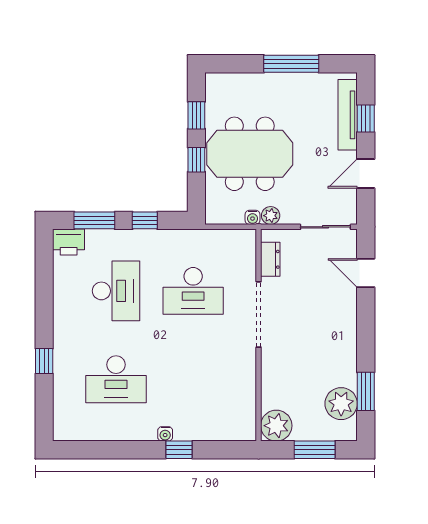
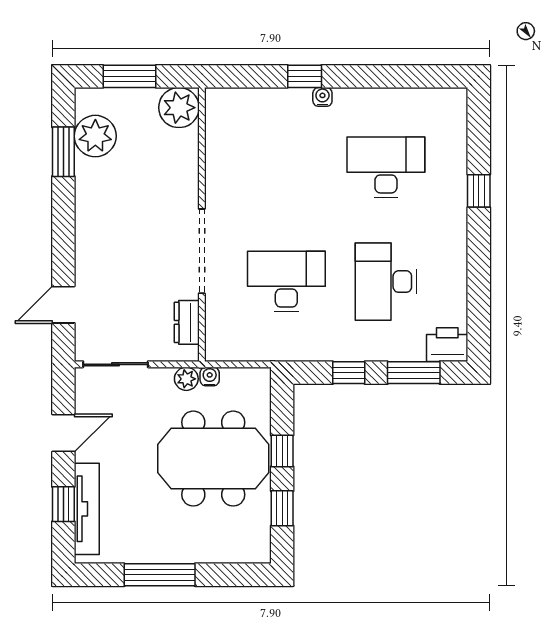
door: (366, 273) -> (63, 305), swing flipped

